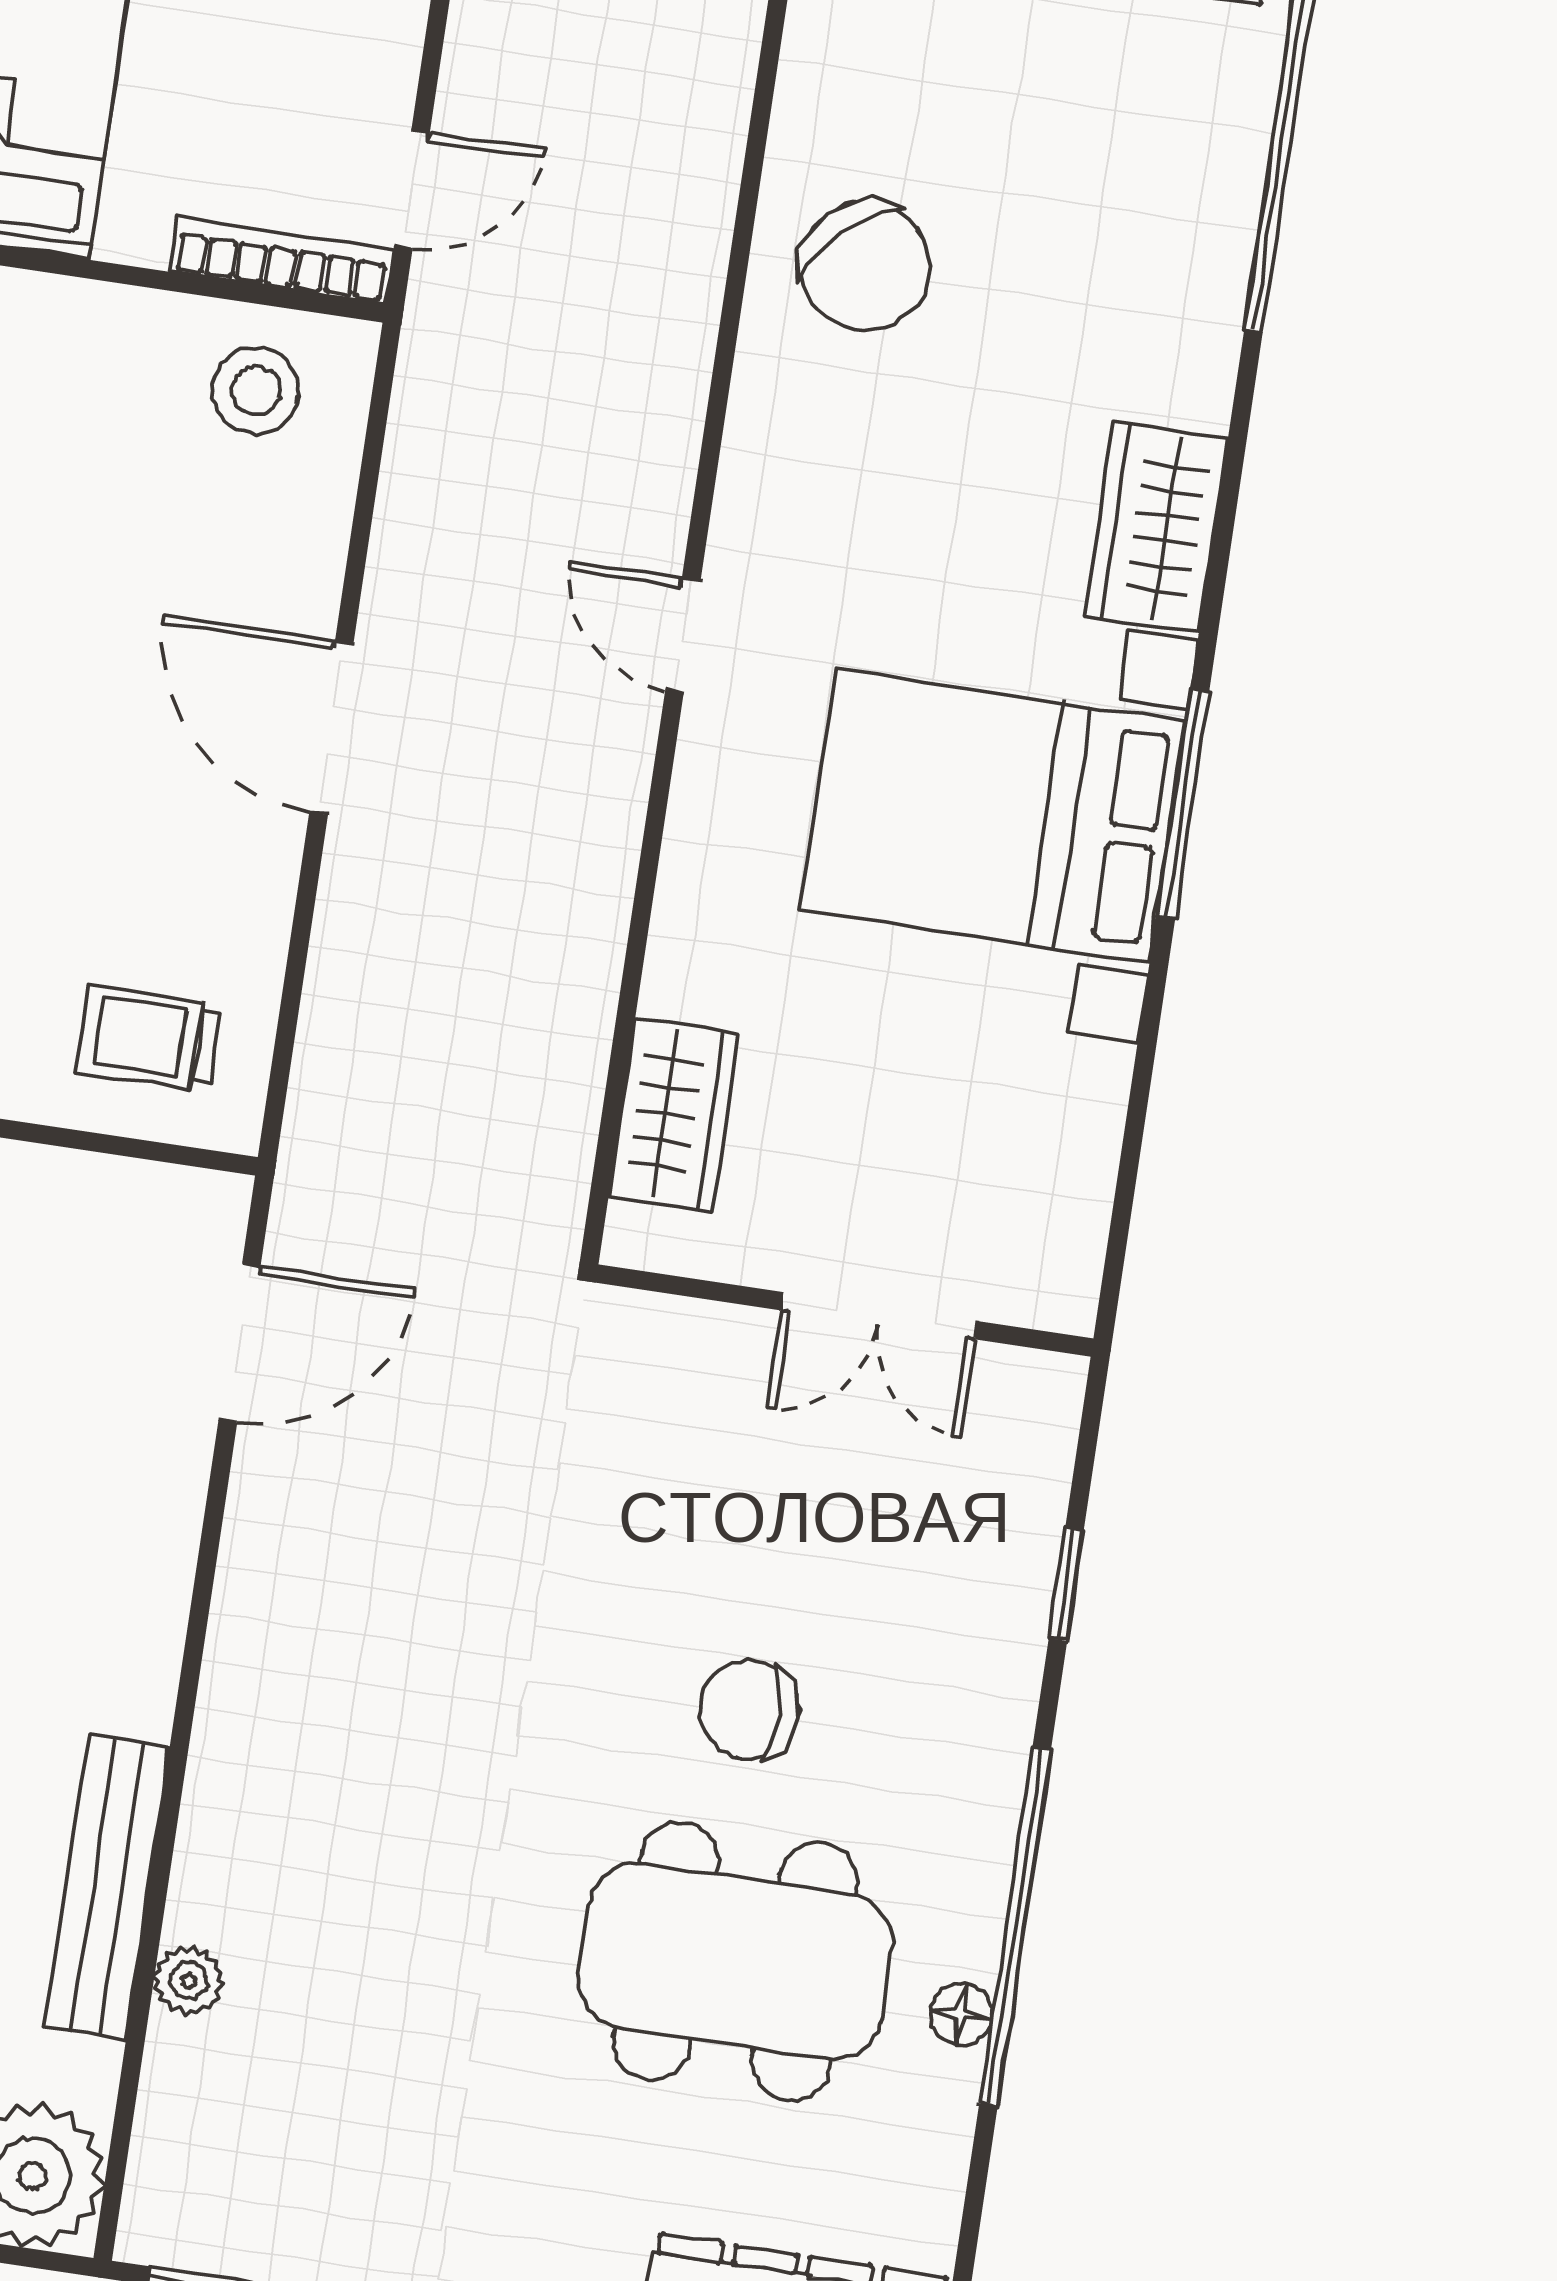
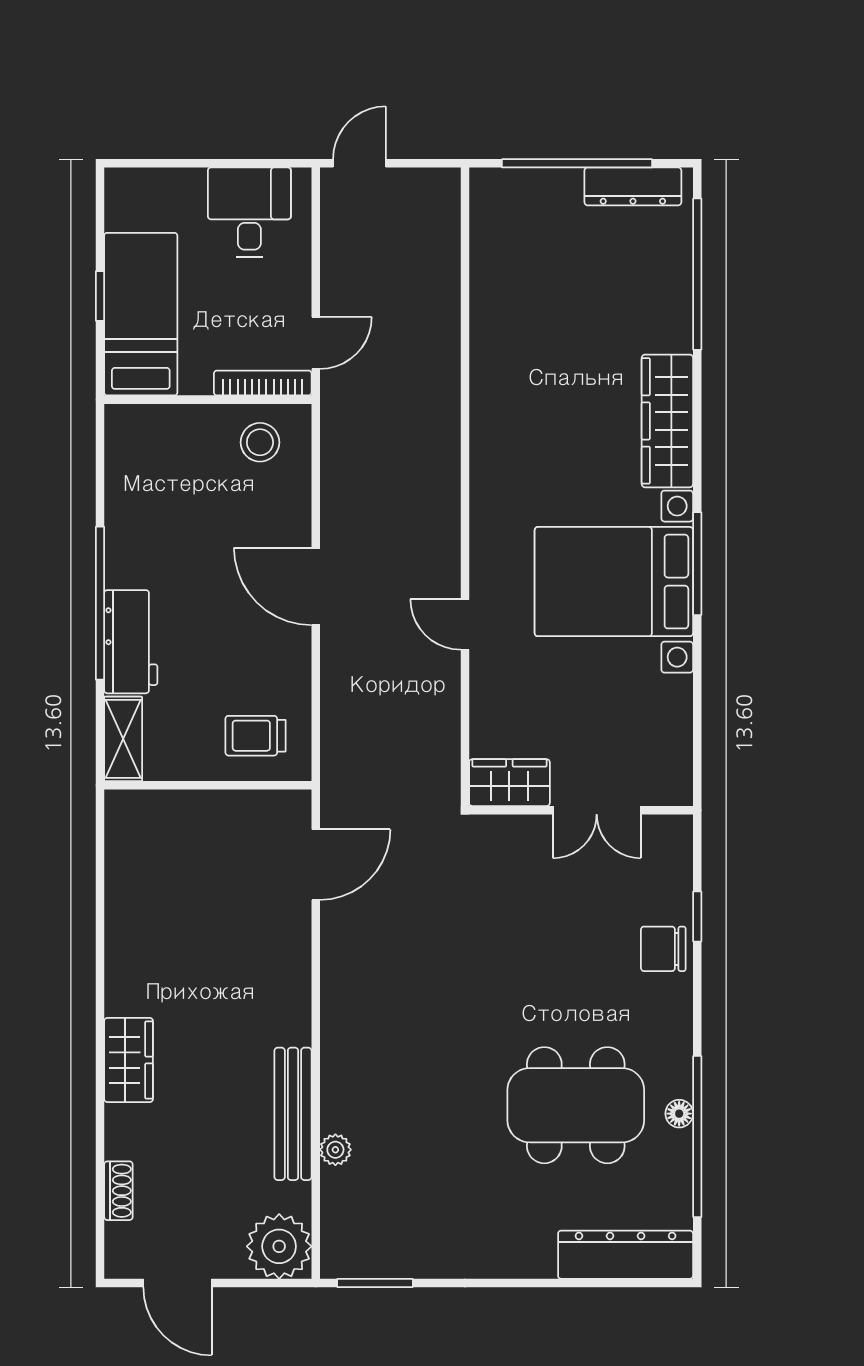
chair: (865, 266) -> (521, 347), removed
wardrobe: (1157, 527) -> (667, 421), width x1.50
door: (683, 636) -> (465, 625), moved
wardrobe: (674, 1115) -> (509, 783), moved, turned -90
chair: (749, 1710) -> (663, 949), moved
window: (1015, 1926) -> (697, 1136), moved

